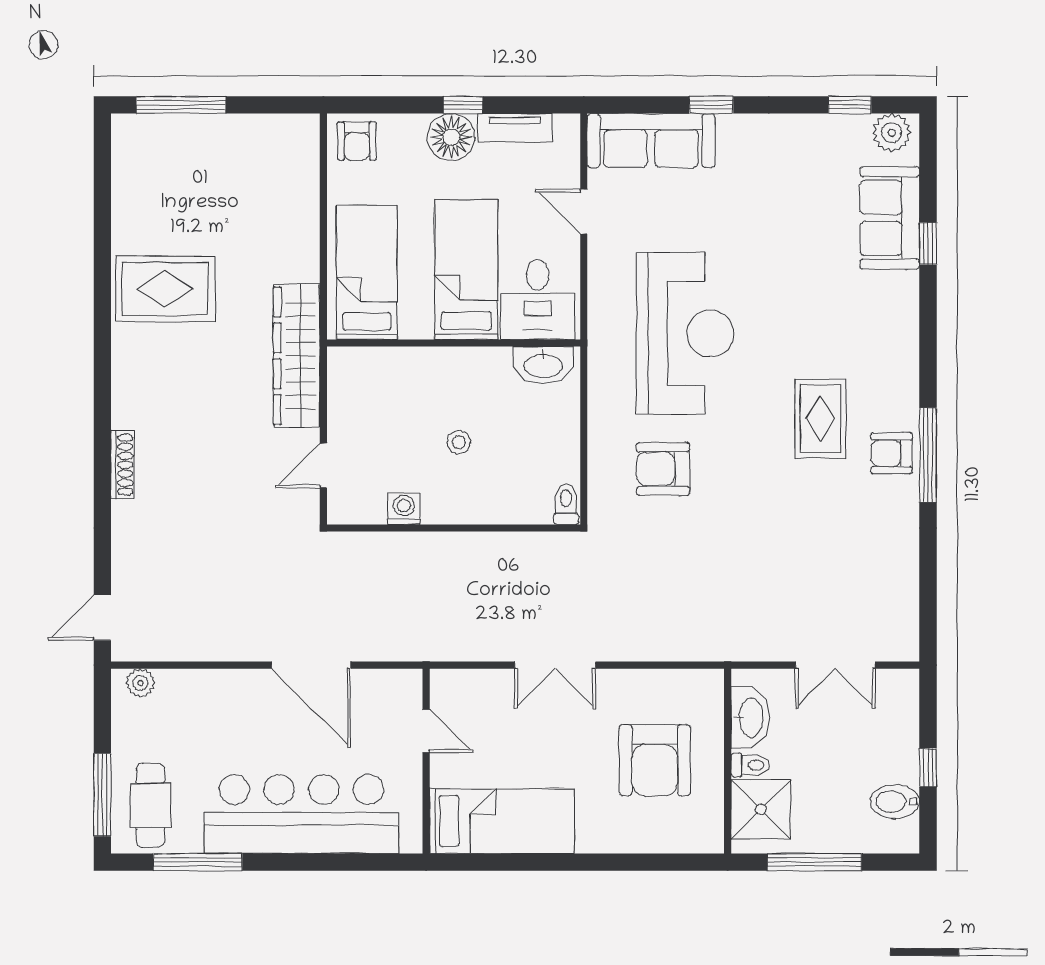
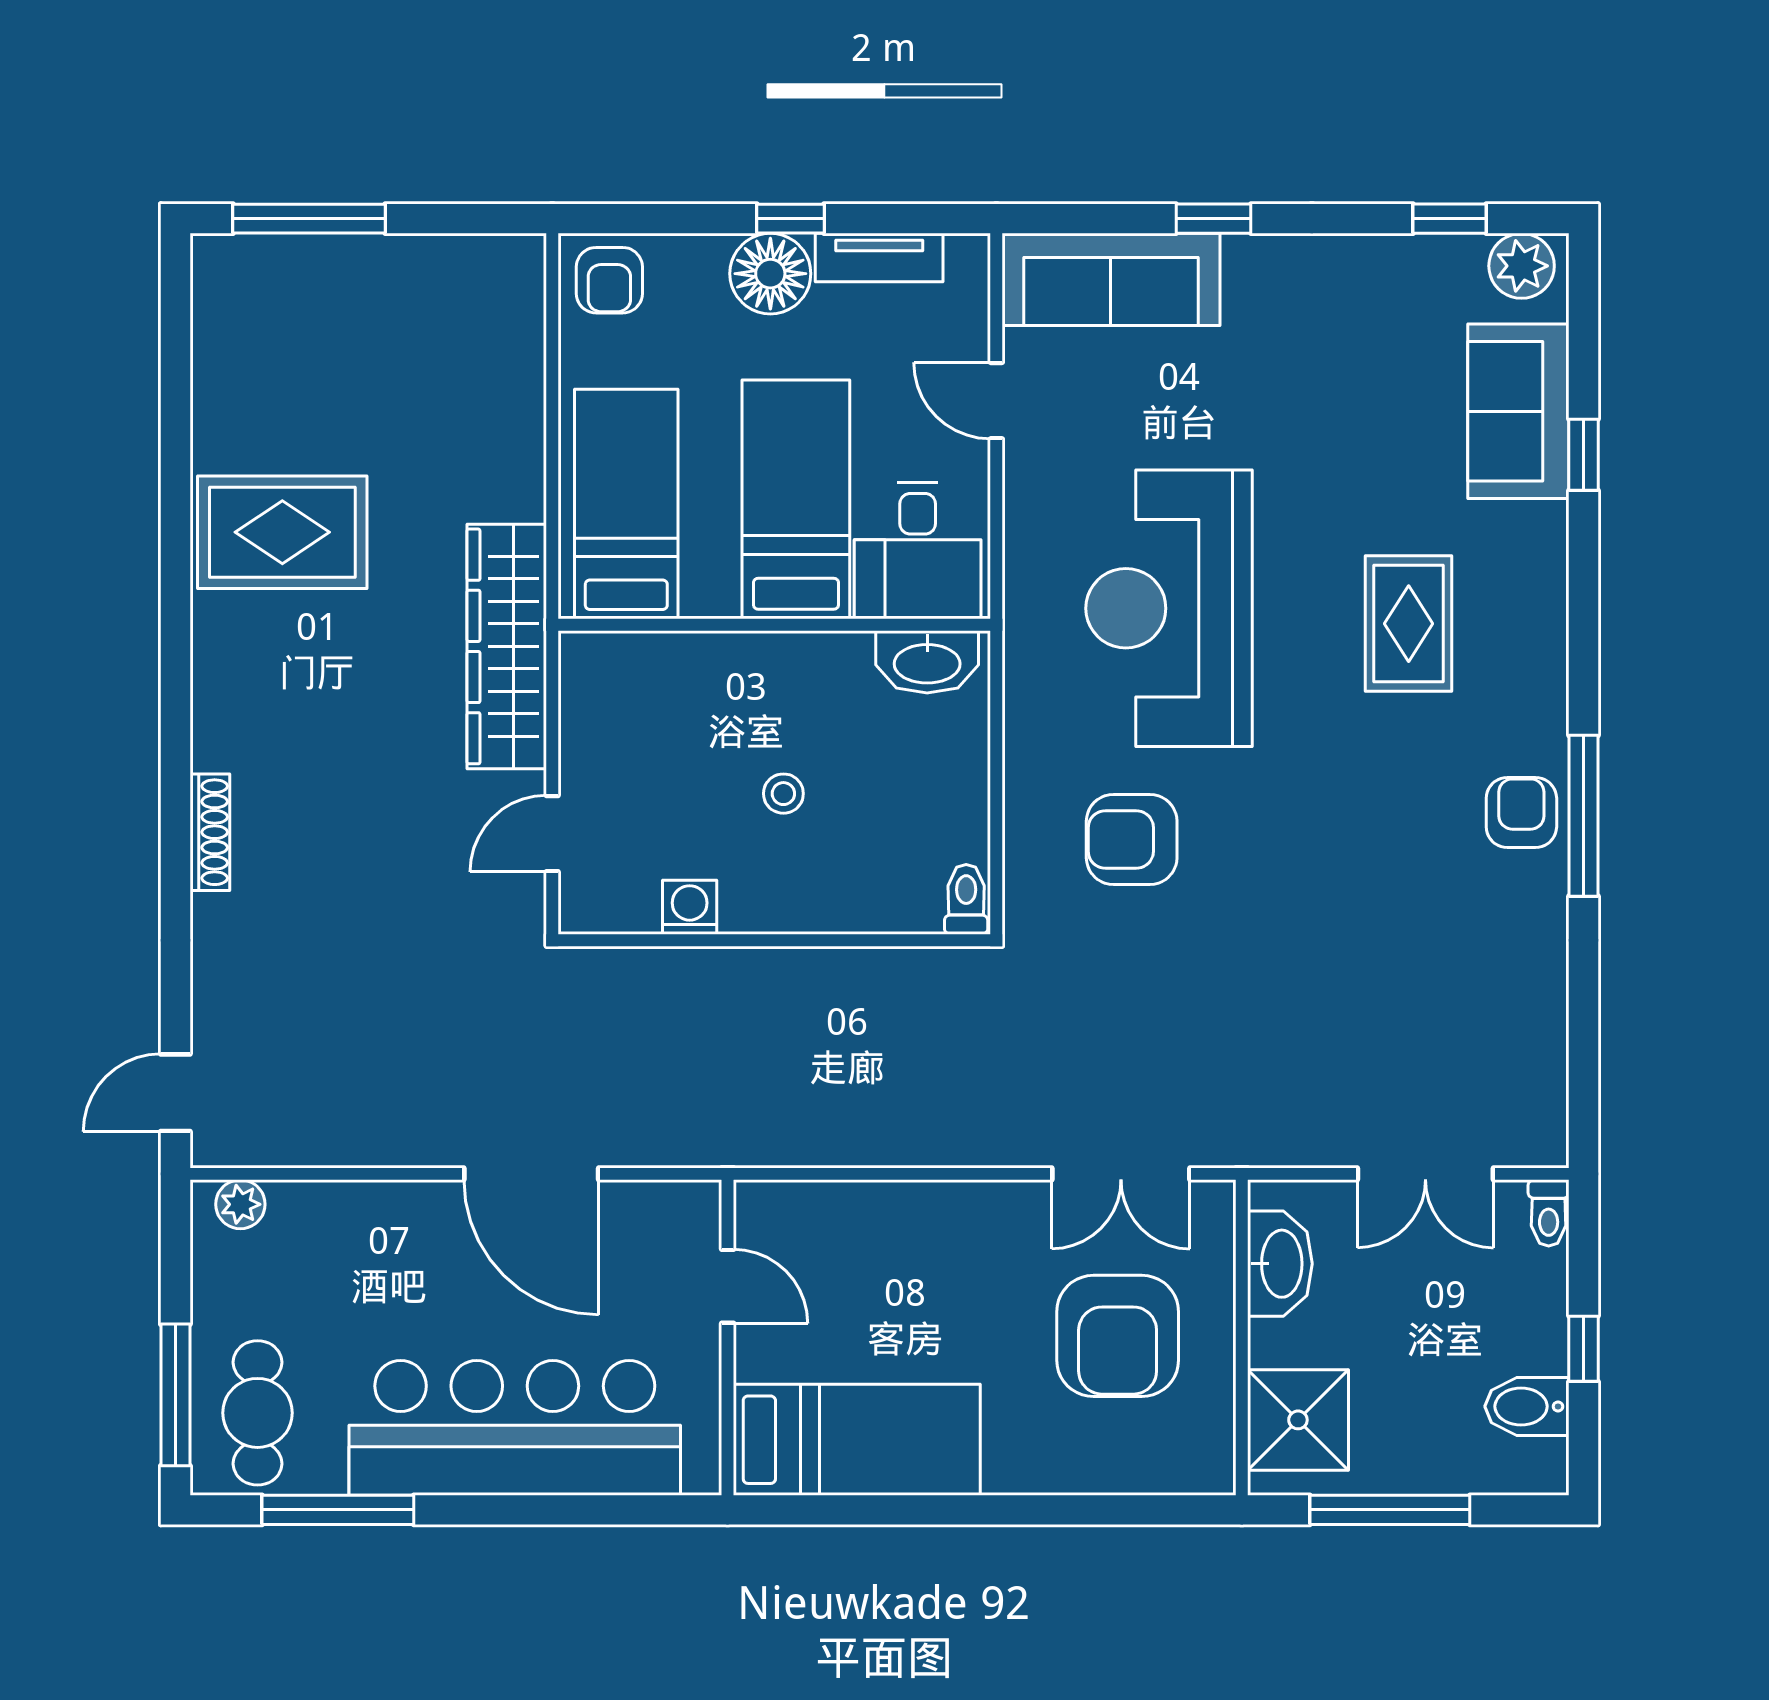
reception desk: (685, 333) -> (1169, 608), turned 180
rug: (820, 419) -> (1409, 624), moved
armchair: (892, 453) -> (1521, 812), turned 90
double door: (555, 665) -> (1121, 1174), moved
toilet: (750, 765) -> (1549, 1213), moved, turned 90

